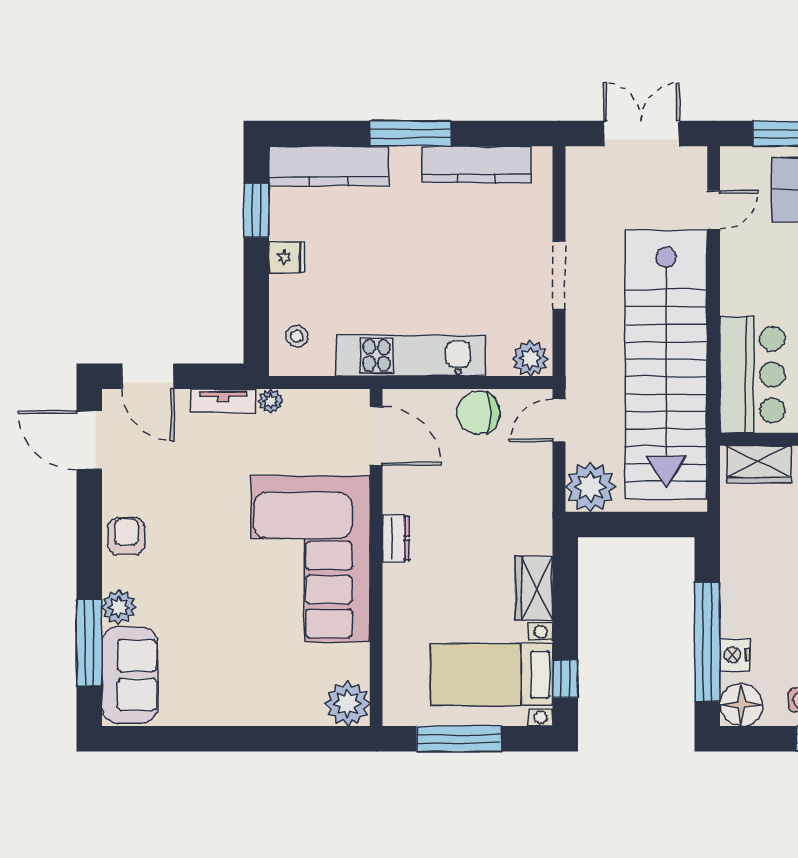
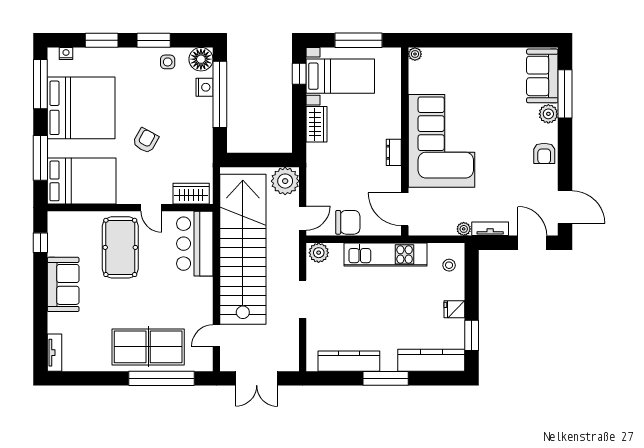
plant: (347, 704) -> (415, 54), width x0.53, depth x0.53

